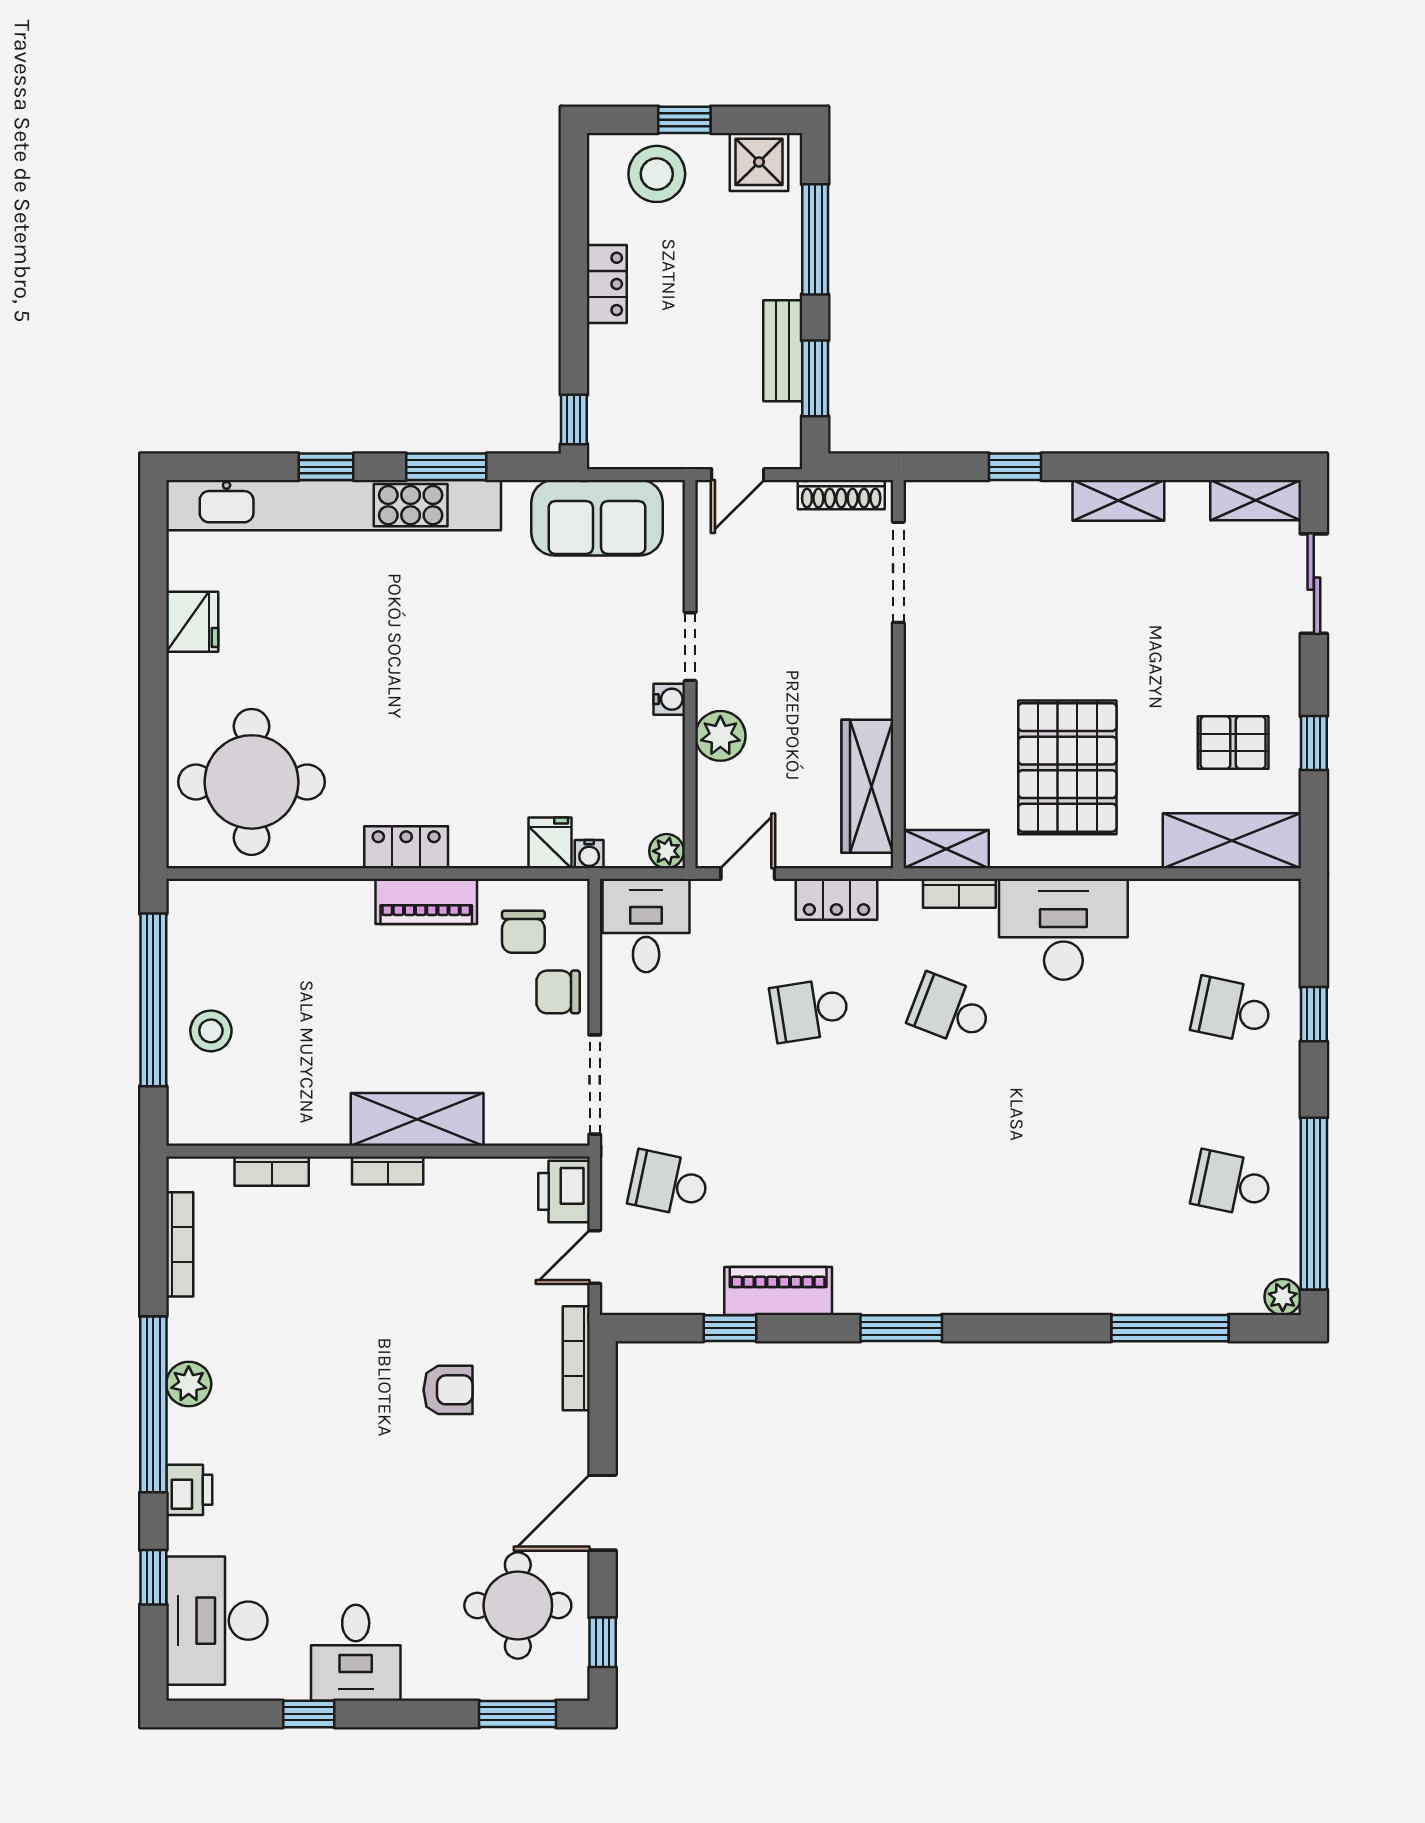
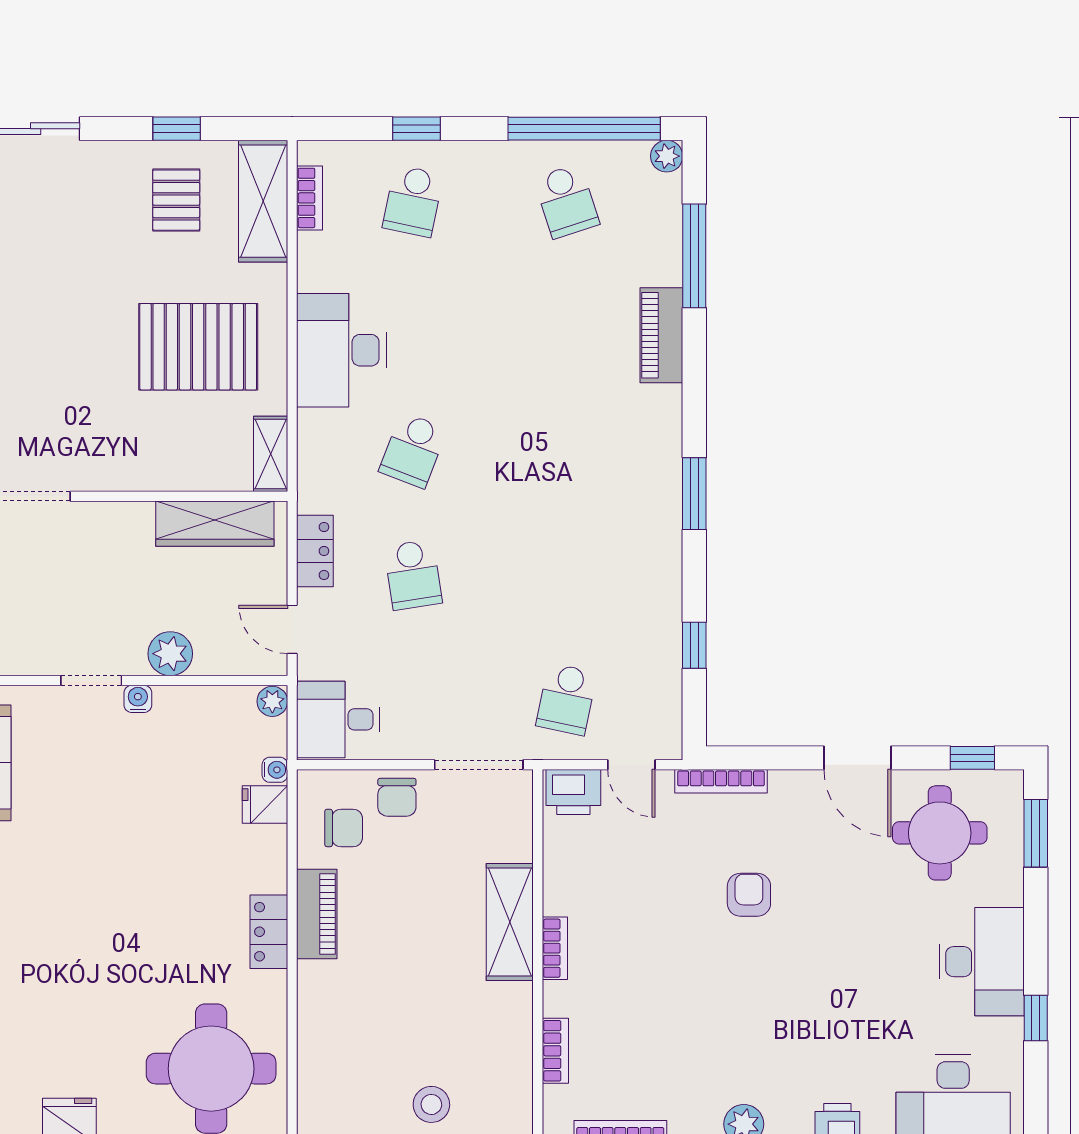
bookcase: (959, 893) -> (310, 198), moved
school desk: (1232, 1184) -> (566, 201), turned -30
piano: (778, 1291) -> (661, 335), moved
desk: (356, 1653) -> (982, 962), width x1.37

